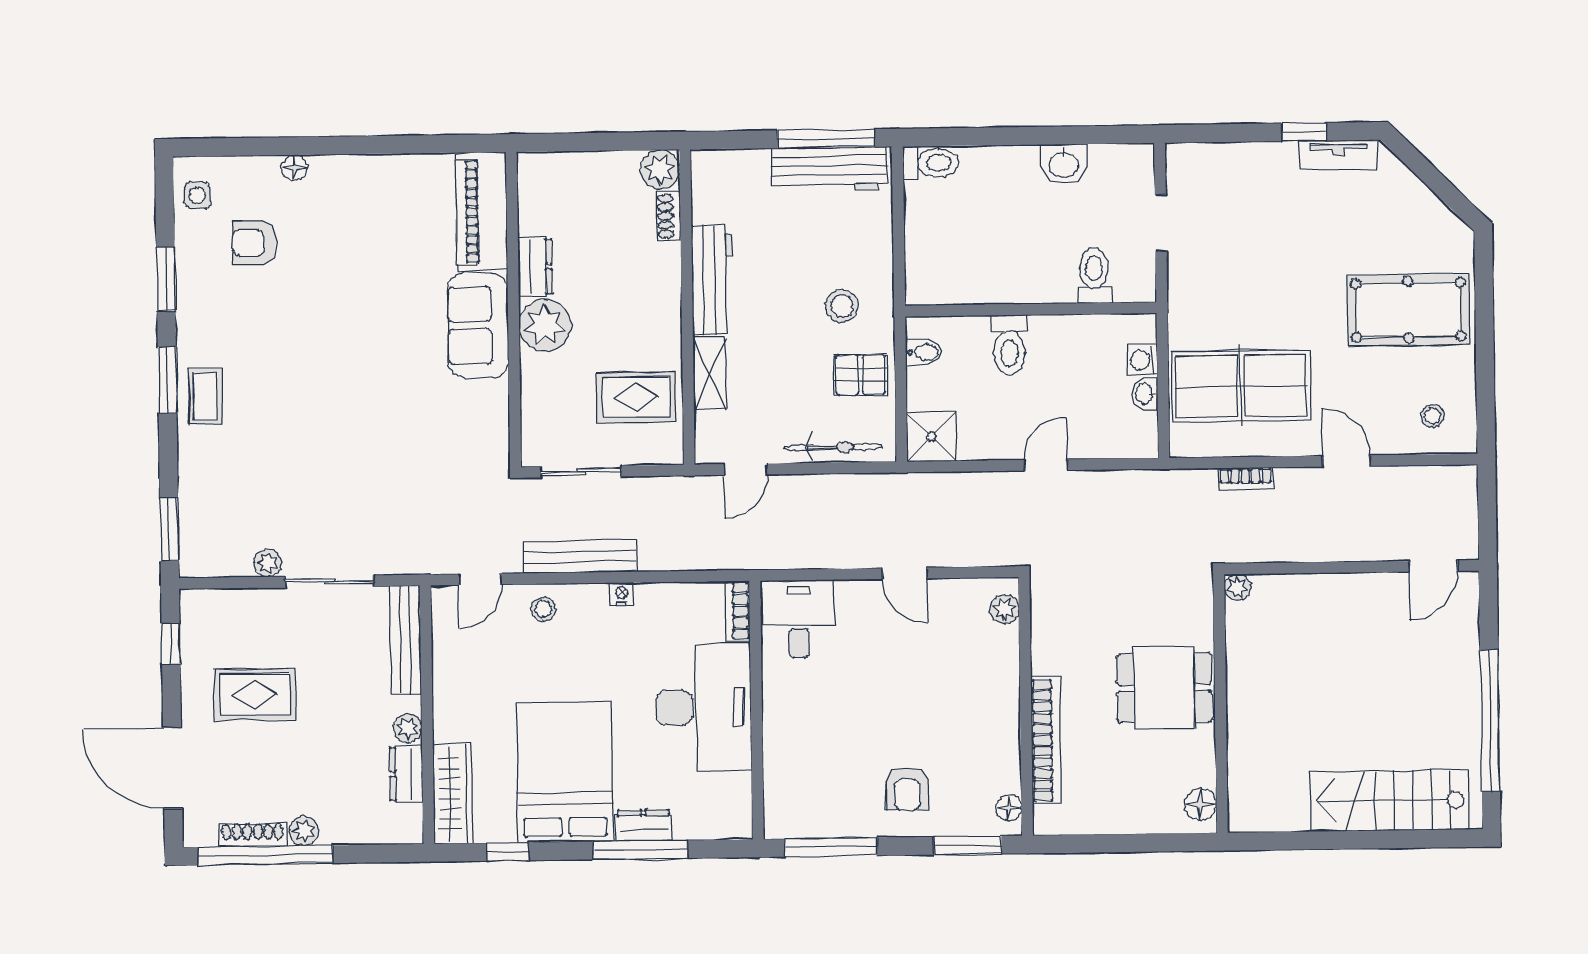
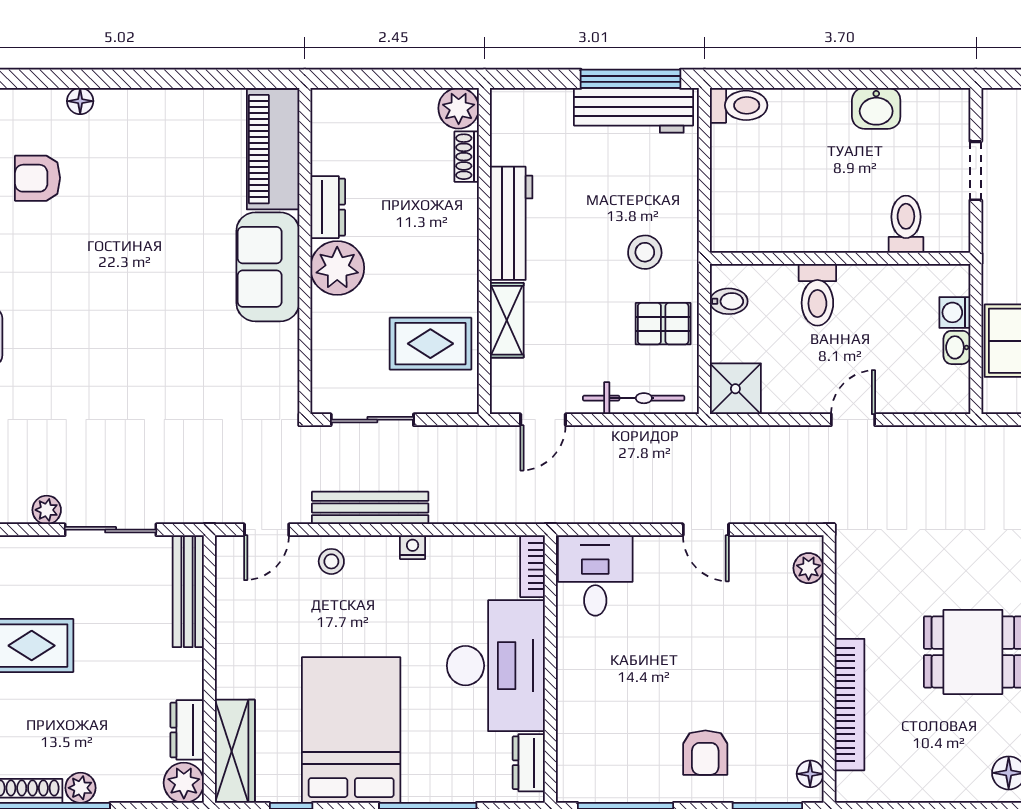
plant: (408, 728) -> (184, 783), moved, width x1.38, depth x1.38
dresser: (644, 825) -> (529, 763), moved, turned -90

